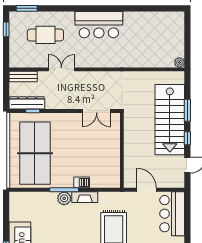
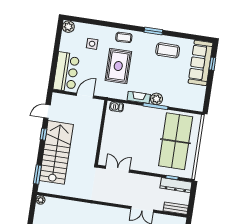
window: (187, 110) -> (37, 175), moved
barbecue: (82, 182) -> (117, 107), moved
door: (147, 190) -> (85, 96), swing flipped

